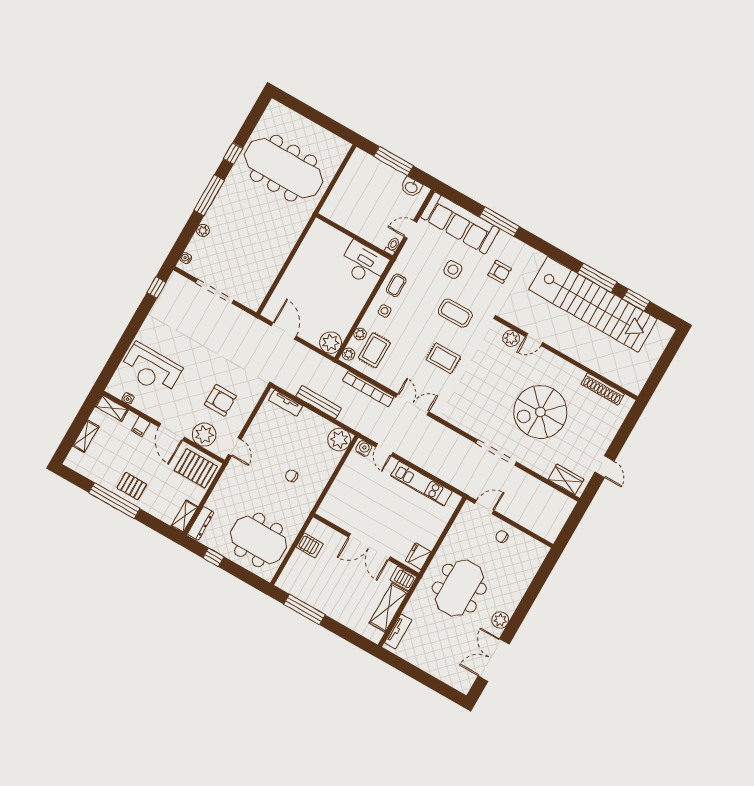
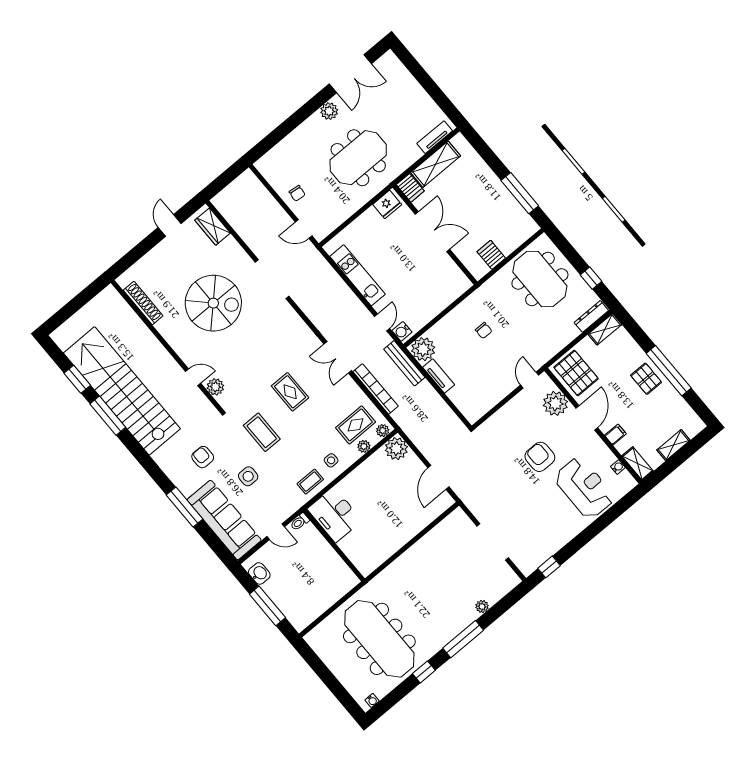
water cooler: (186, 258) -> (372, 700), moved
armchair: (220, 400) -> (540, 457), moved
bench: (319, 402) -> (404, 363), moved
tv unit: (286, 403) -> (439, 376), moved

